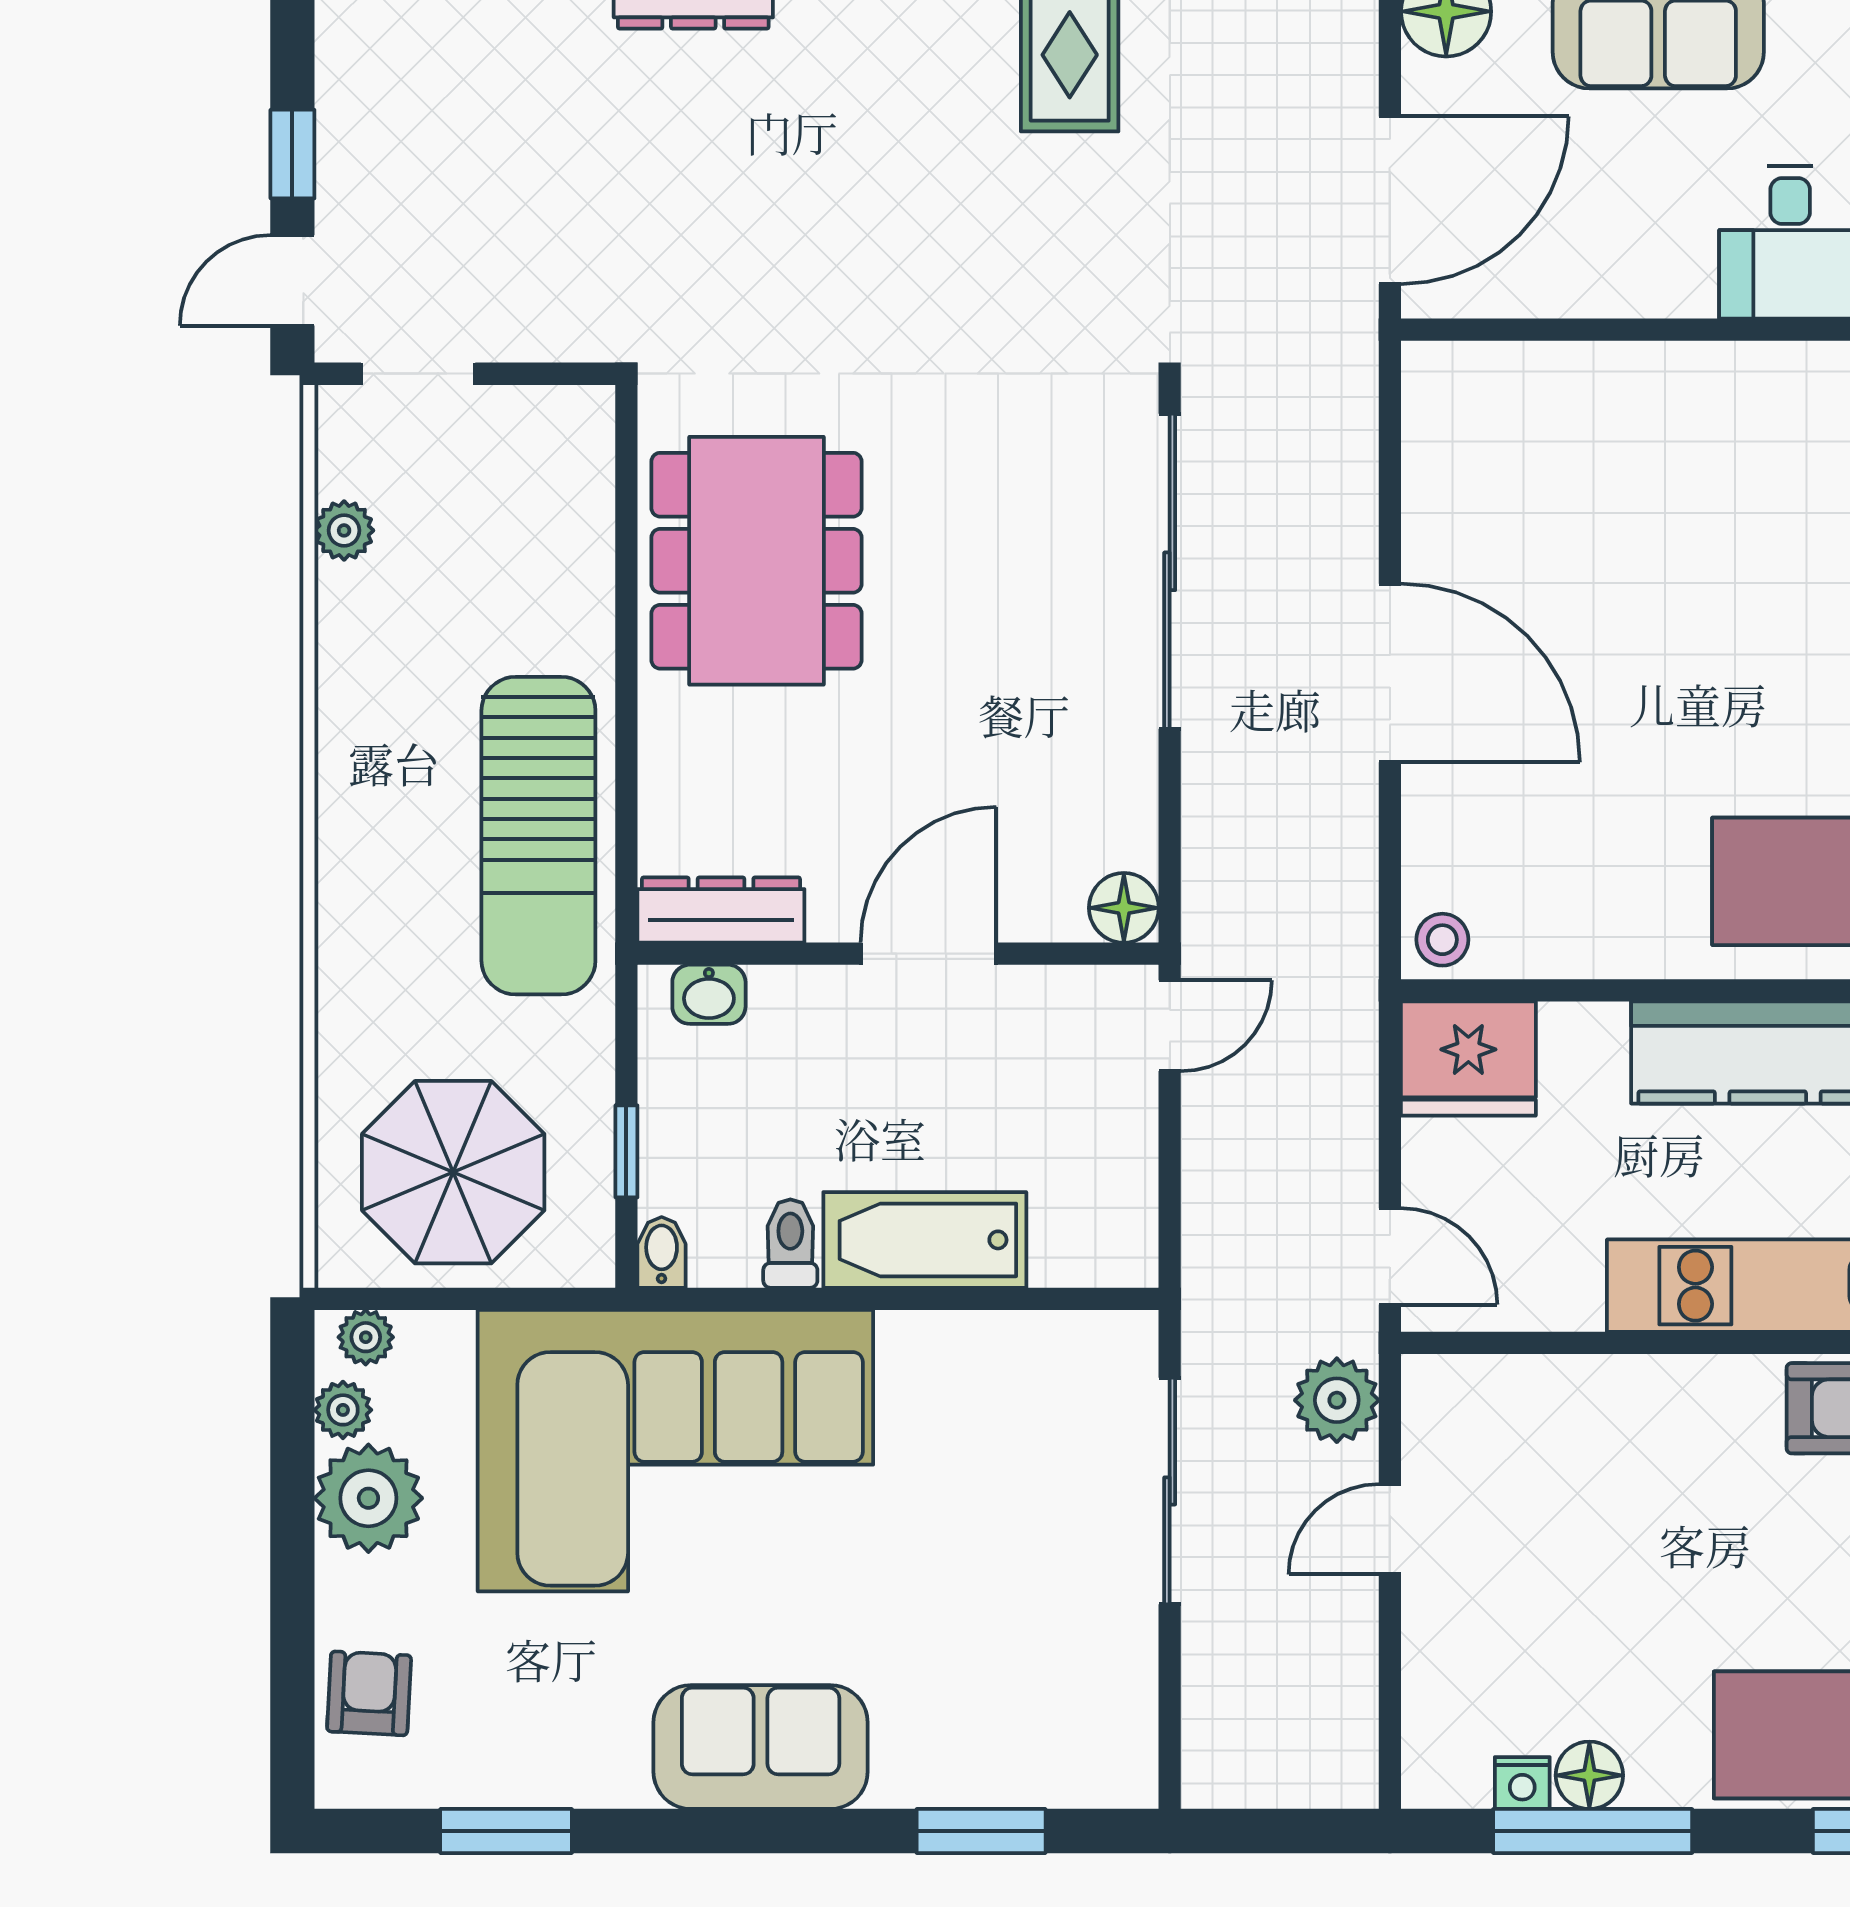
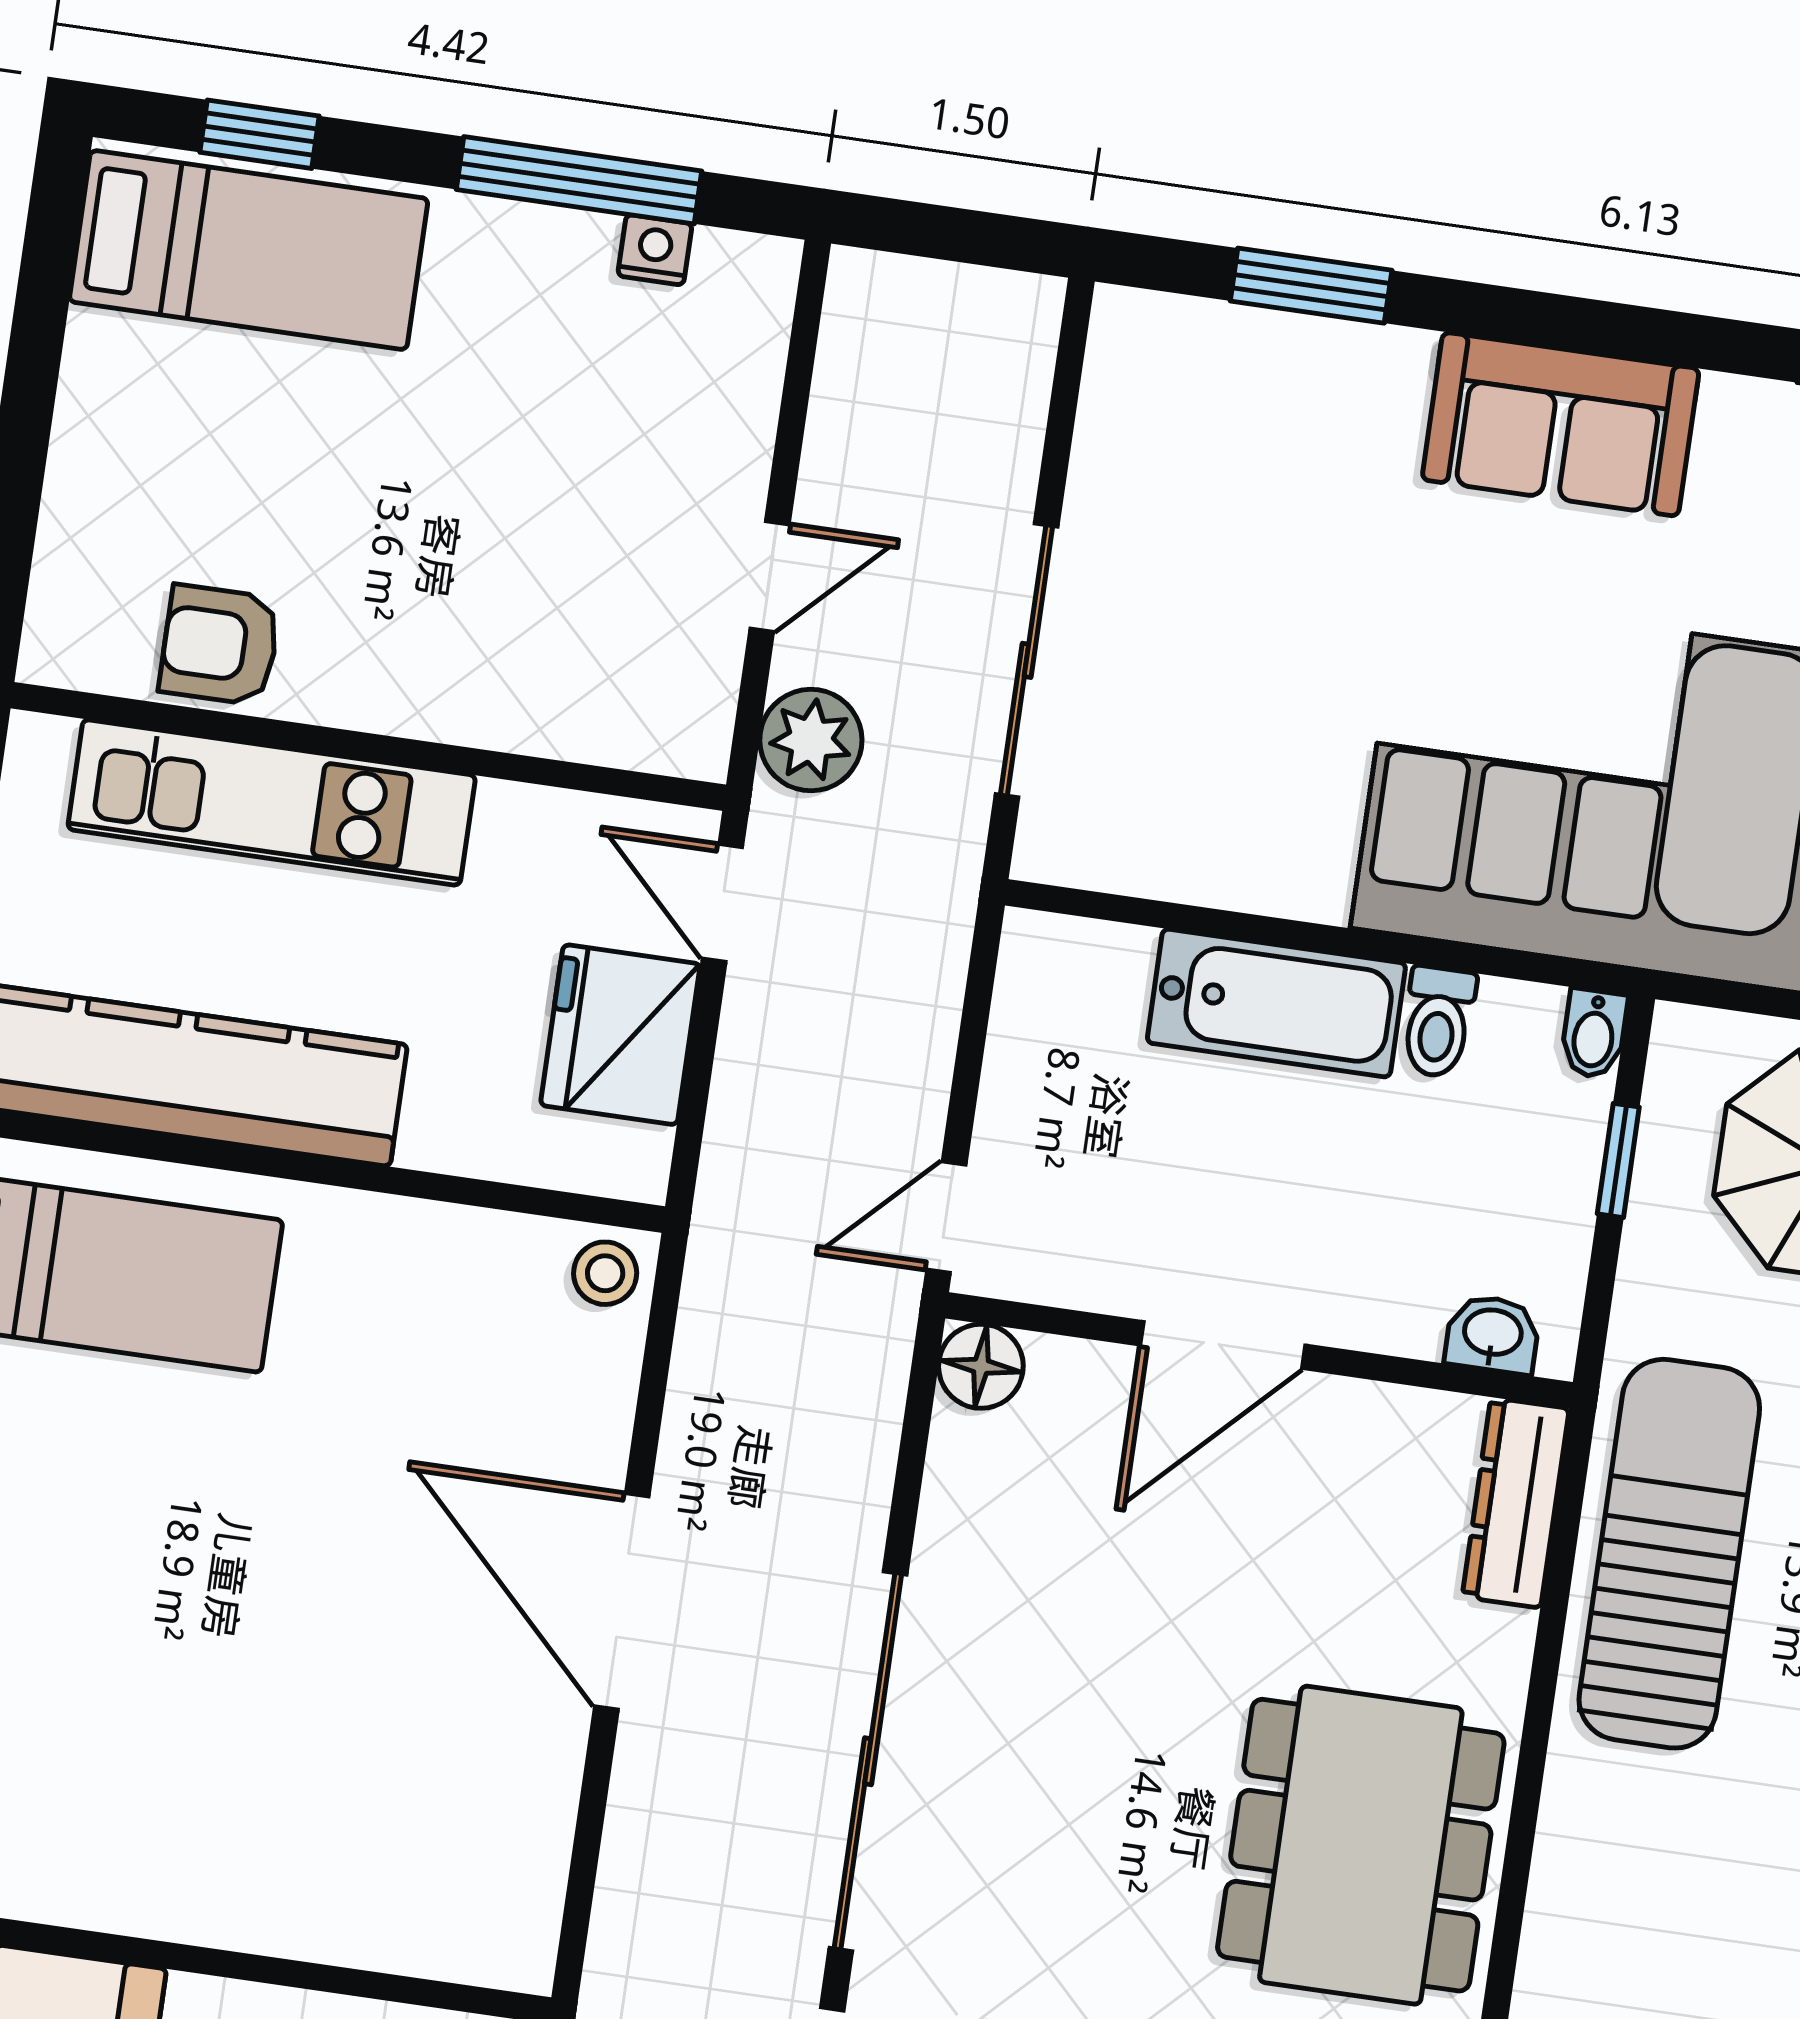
dresser: (721, 910) -> (1516, 1503), moved, turned 90
fridge: (1468, 1059) -> (620, 1035), moved, turned -90
floor lamp: (1589, 1775) -> (573, 248), removed

